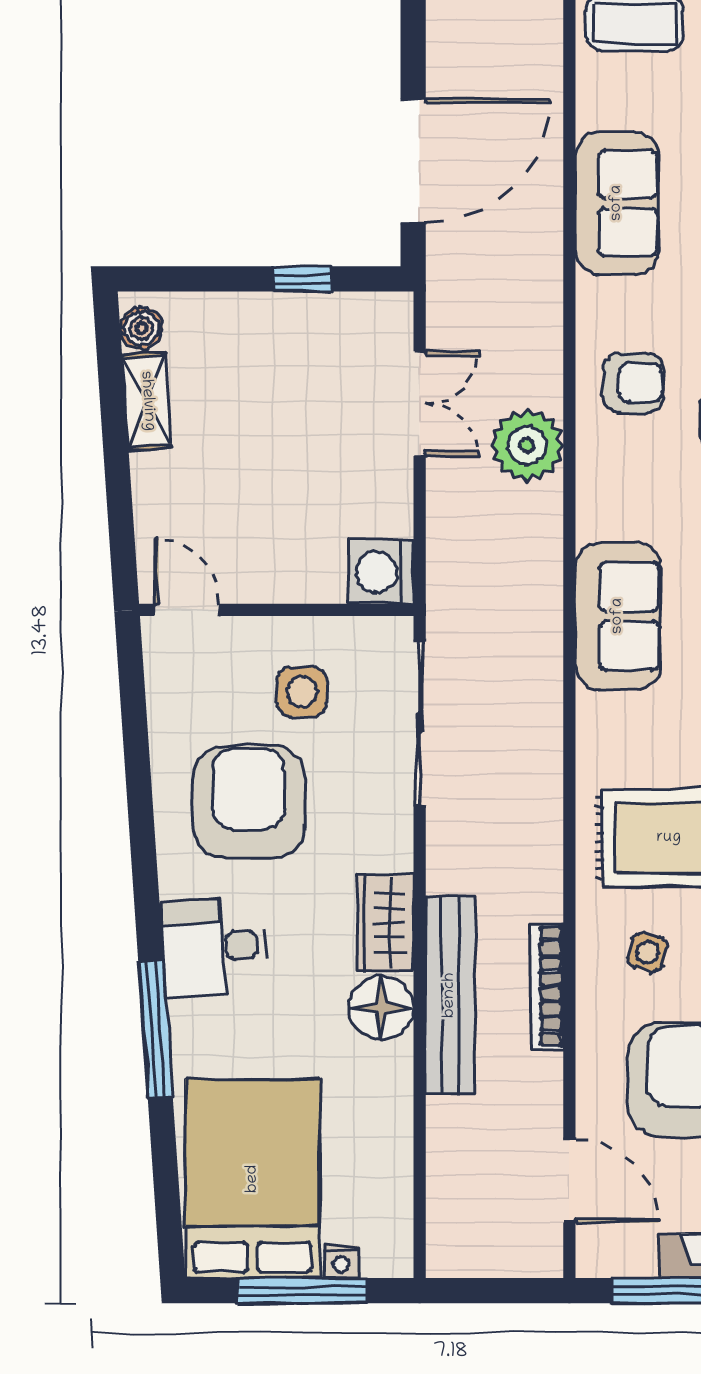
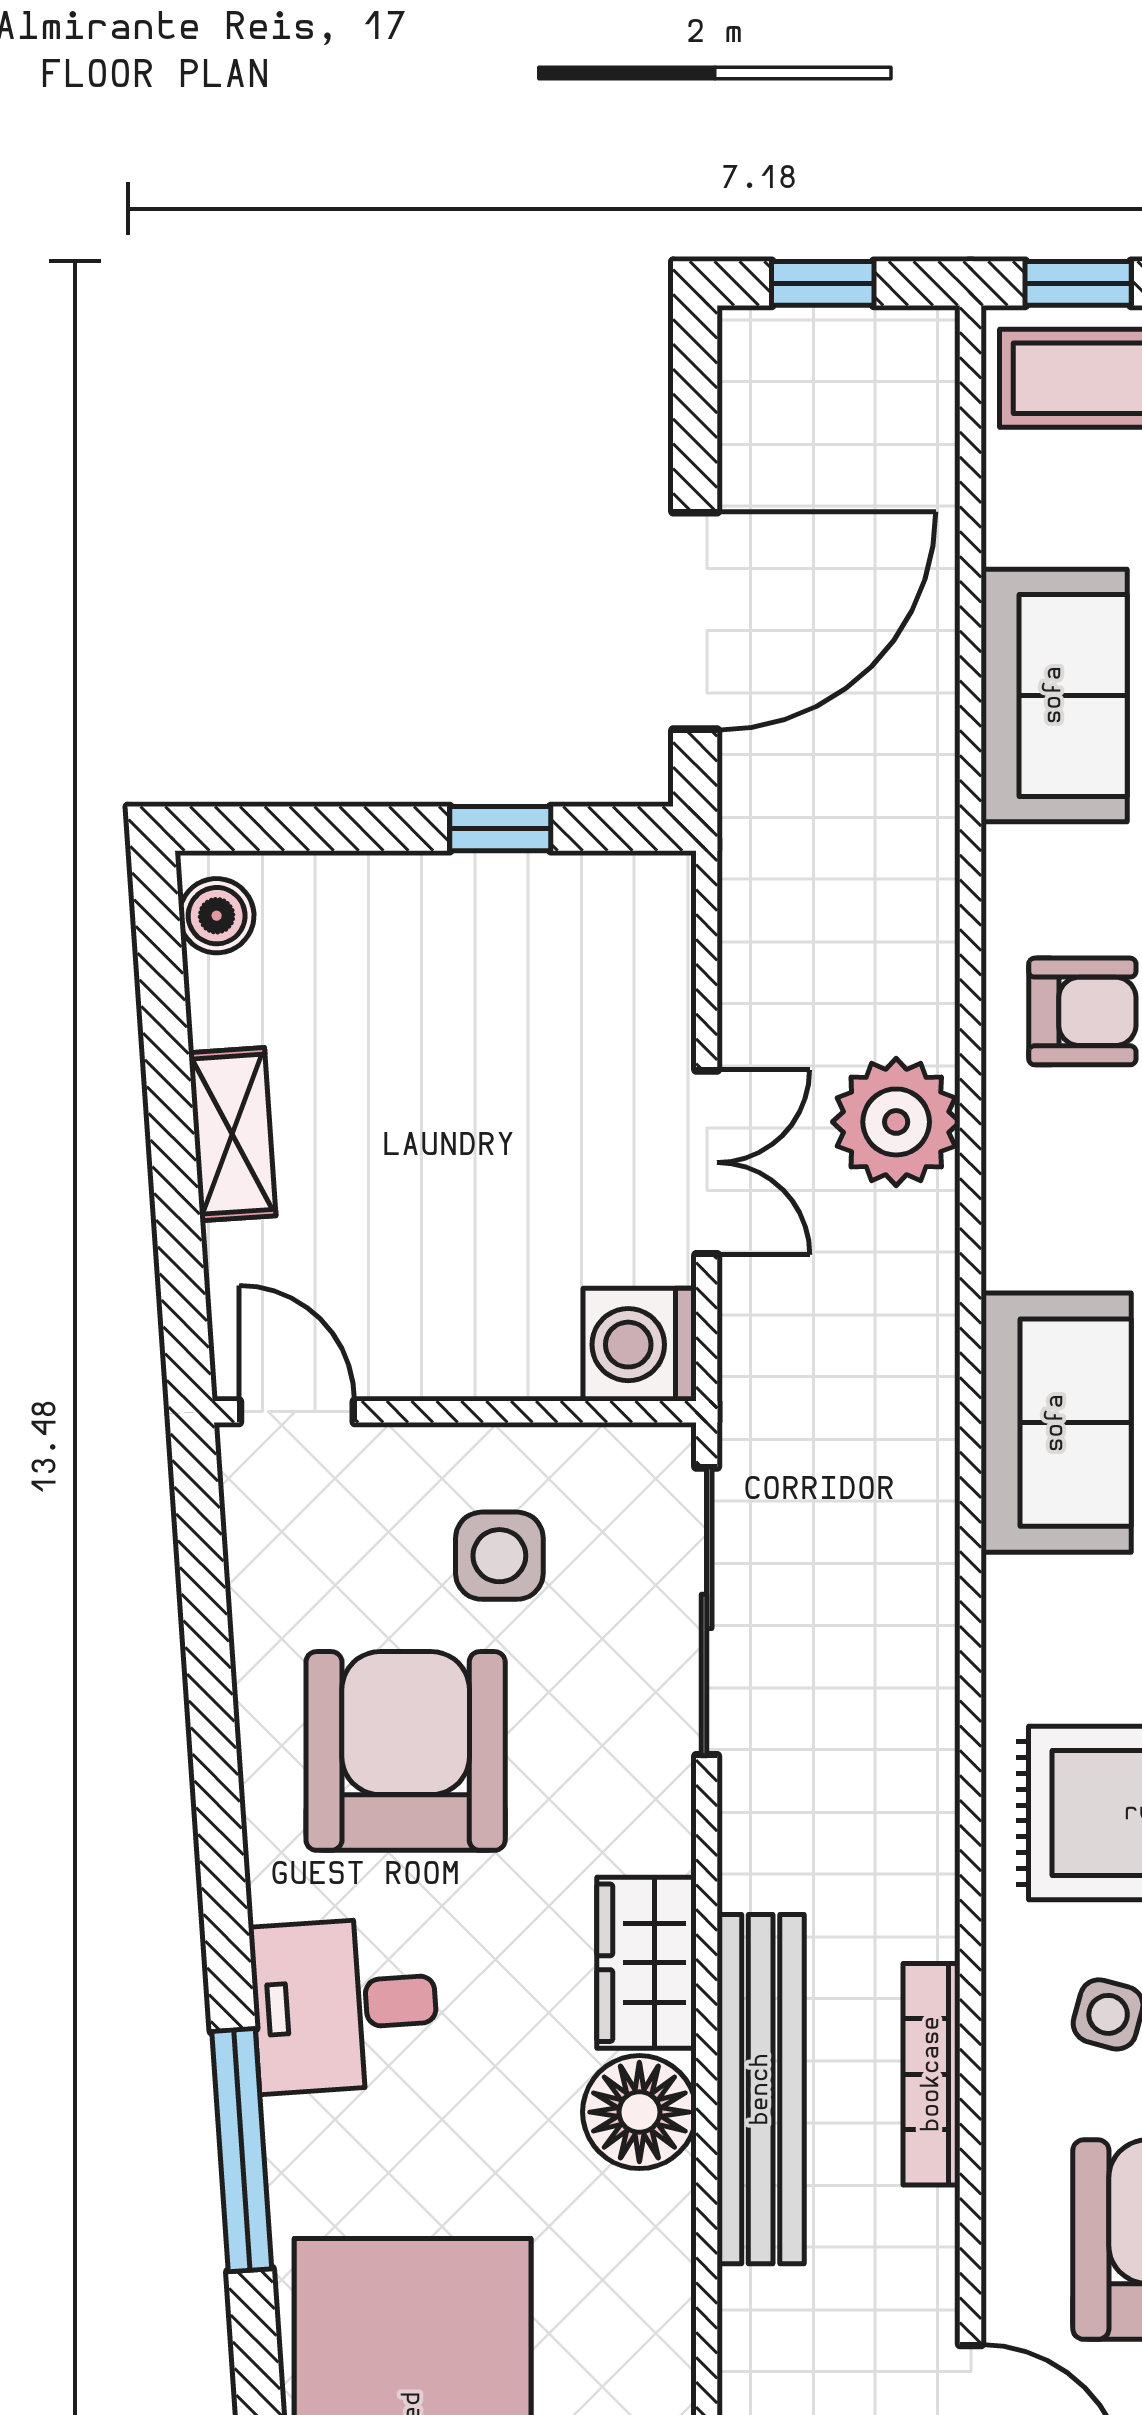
shelving: (147, 401) -> (232, 1134), moved
double door: (420, 404) -> (707, 1162), moved

